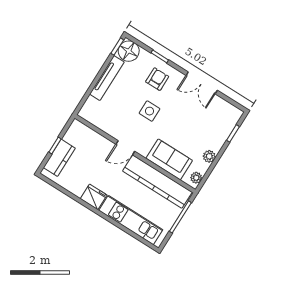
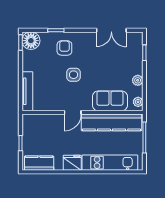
tv unit: (107, 78) -> (27, 91), moved
double door: (202, 83) -> (111, 30), moved
kitchen counter: (59, 158) -> (39, 163), moved, turned -90

